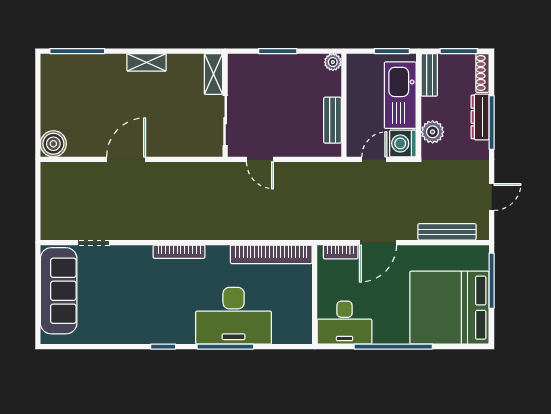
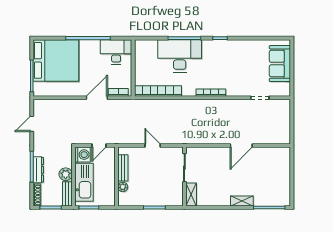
shelving: (147, 62) -> (242, 201), moved
plant: (333, 62) -> (123, 187), moved
plant: (433, 132) -> (66, 174), moved
boiler: (53, 144) -> (283, 154), removed
door: (260, 159) -> (153, 145), moved
bench: (447, 232) -> (57, 104), removed
sofa: (59, 291) -> (280, 64), width x0.73

